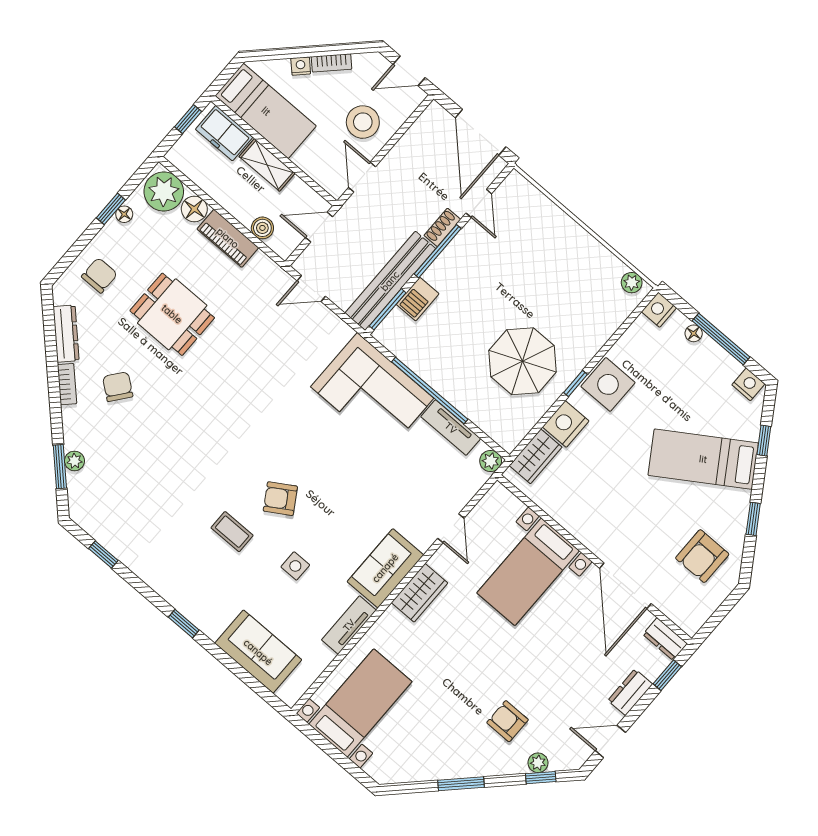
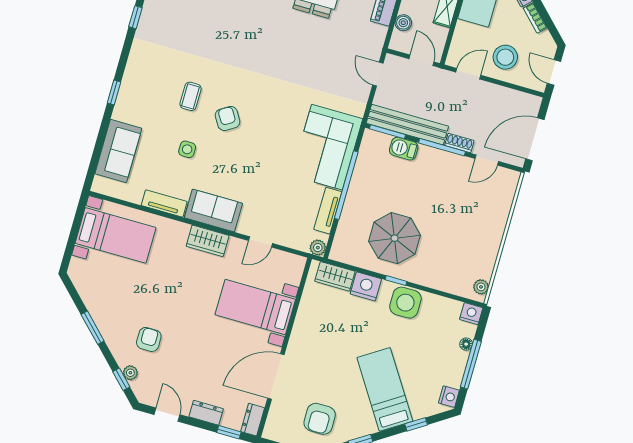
armchair: (702, 556) -> (320, 419), turned -90

